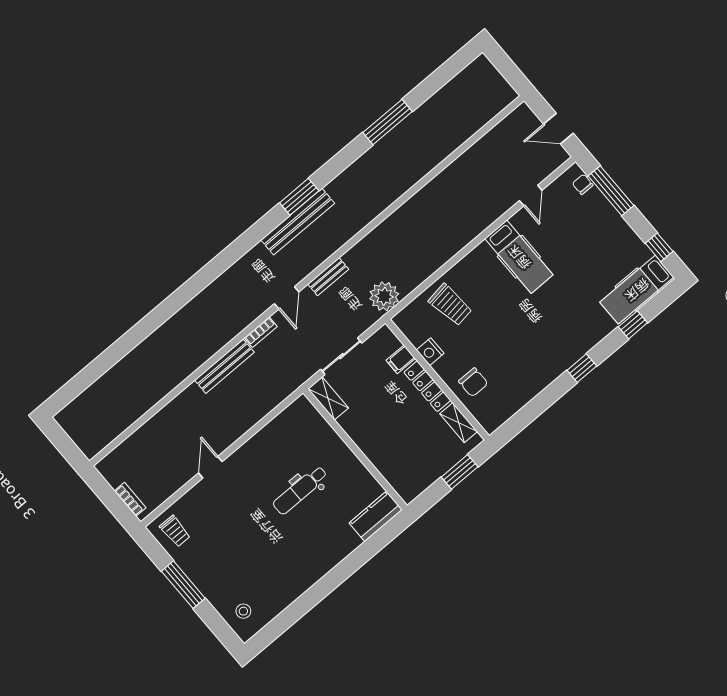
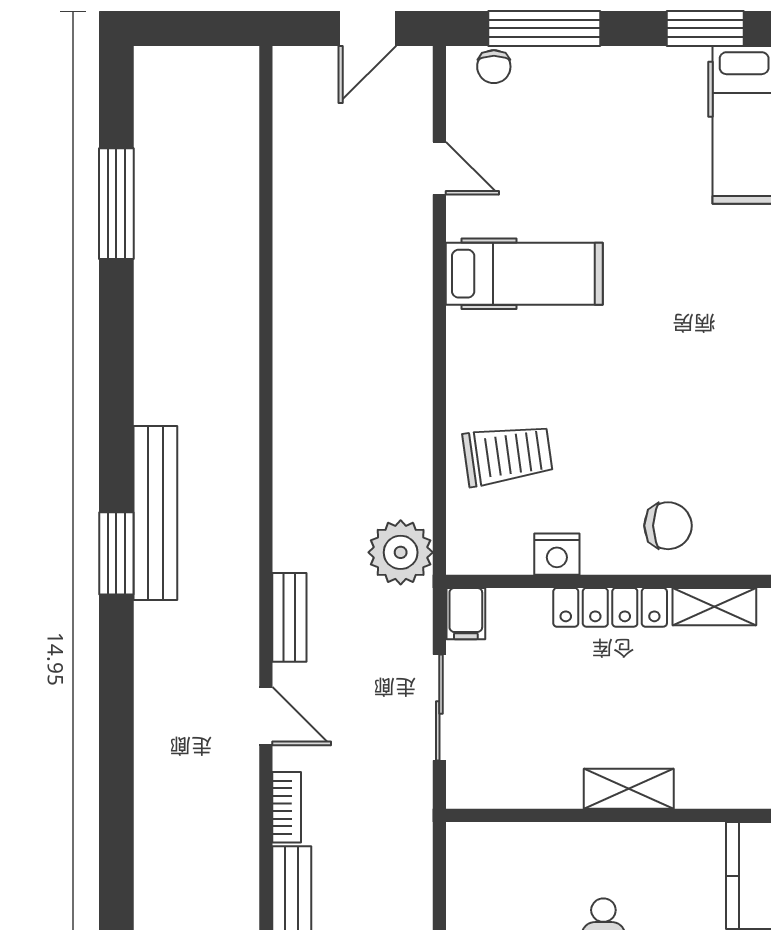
window: (387, 122) -> (116, 204), moved
chair: (583, 184) -> (494, 67), turned -90
bench: (298, 222) -> (155, 513), moved
window: (659, 247) -> (705, 28), width x1.50
filing cabinet: (401, 359) -> (466, 614), moved
shelving: (328, 398) -> (629, 789), moved

